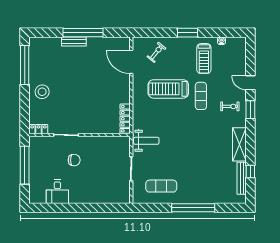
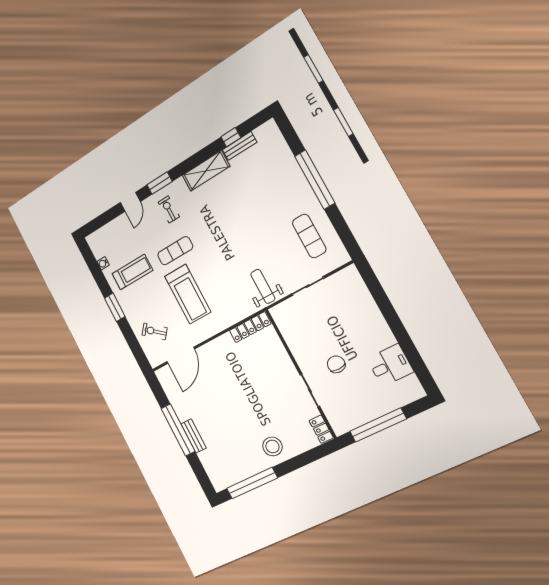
bench: (242, 178) -> (240, 146), width x0.73

